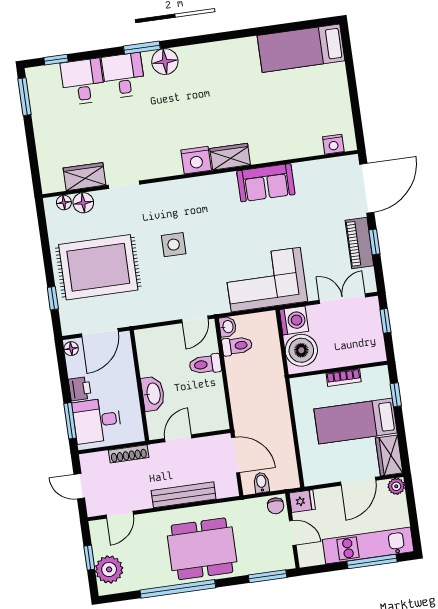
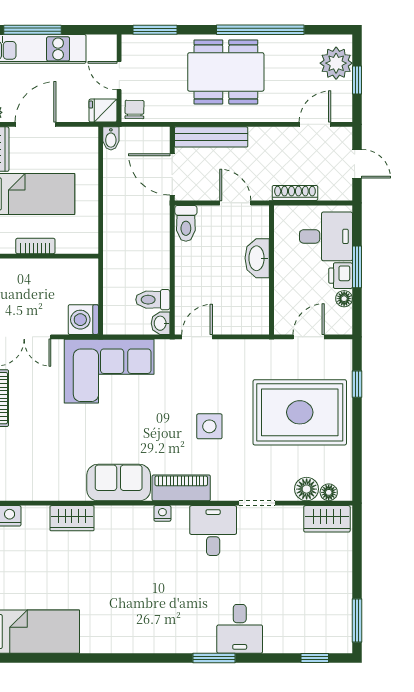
floor lamp: (165, 62) -> (190, 638), removed
desk: (83, 82) -> (213, 531), moved, turned 180
wardrobe: (230, 157) -> (72, 518), moved
nightstand: (196, 160) -> (162, 513), width x0.53, depth x0.56
wardrobe: (85, 177) -> (327, 519), moved
sofa: (266, 183) -> (119, 483), moved
piano: (190, 189) -> (181, 488), added
door: (100, 333) -> (309, 337), width x0.73
floor lamp: (71, 349) -> (344, 299), moved
boiler: (301, 350) -> (80, 284), removed
toilet: (205, 364) -> (186, 223), moved, turned 90
window: (70, 421) -> (357, 267), moved
door: (178, 438) -> (235, 203), swing flipped
bidet: (261, 483) -> (111, 138), moved
bench: (184, 495) -> (211, 137), moved

